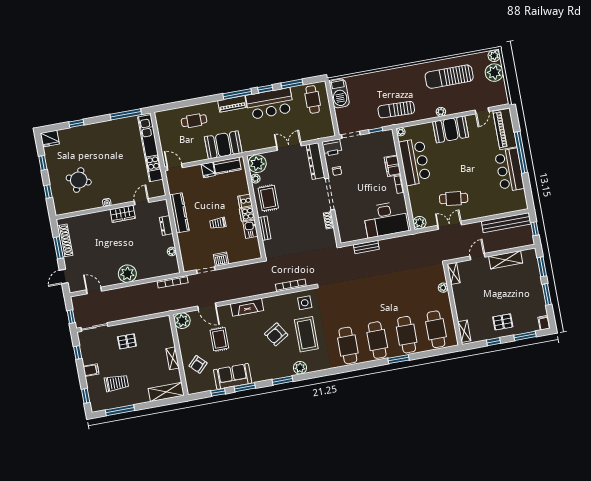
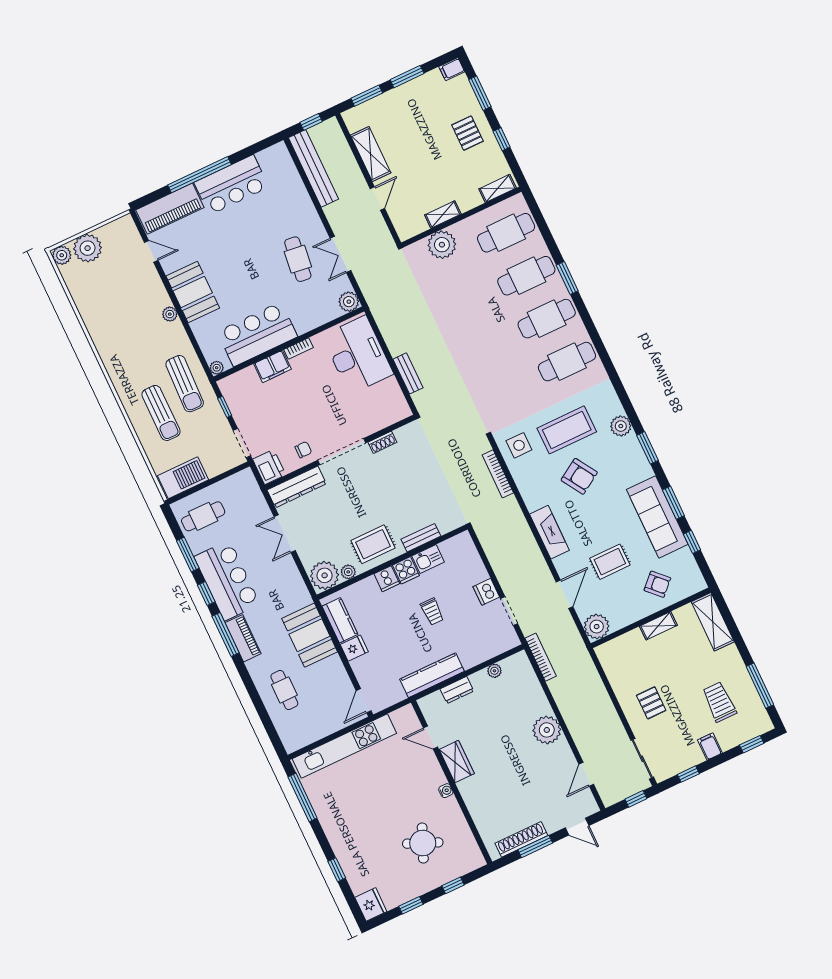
sun lounger: (449, 77) -> (161, 413), moved, width x0.73, depth x0.75
door: (478, 257) -> (377, 199), swing flipped
shelving: (454, 273) -> (443, 214), moved
plant: (443, 288) -> (442, 245), width x1.88, depth x1.88
sofa: (233, 376) -> (657, 517), width x1.36

